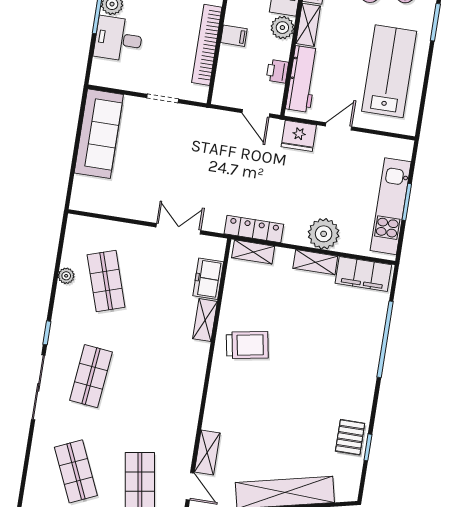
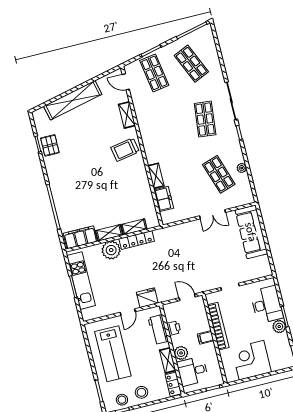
desk: (118, 39) -> (267, 305), width x1.37
workbench: (302, 79) -> (158, 330), width x0.73
door: (256, 113) -> (187, 297), moved
sofa: (99, 134) -> (251, 232), moved
double door: (178, 229) -> (212, 214), moved
locker: (254, 229) -> (137, 240), moved
shelving: (253, 252) -> (134, 227), moved
trolley: (247, 345) -> (125, 150), moved
shelving: (207, 452) -> (127, 115), moved

